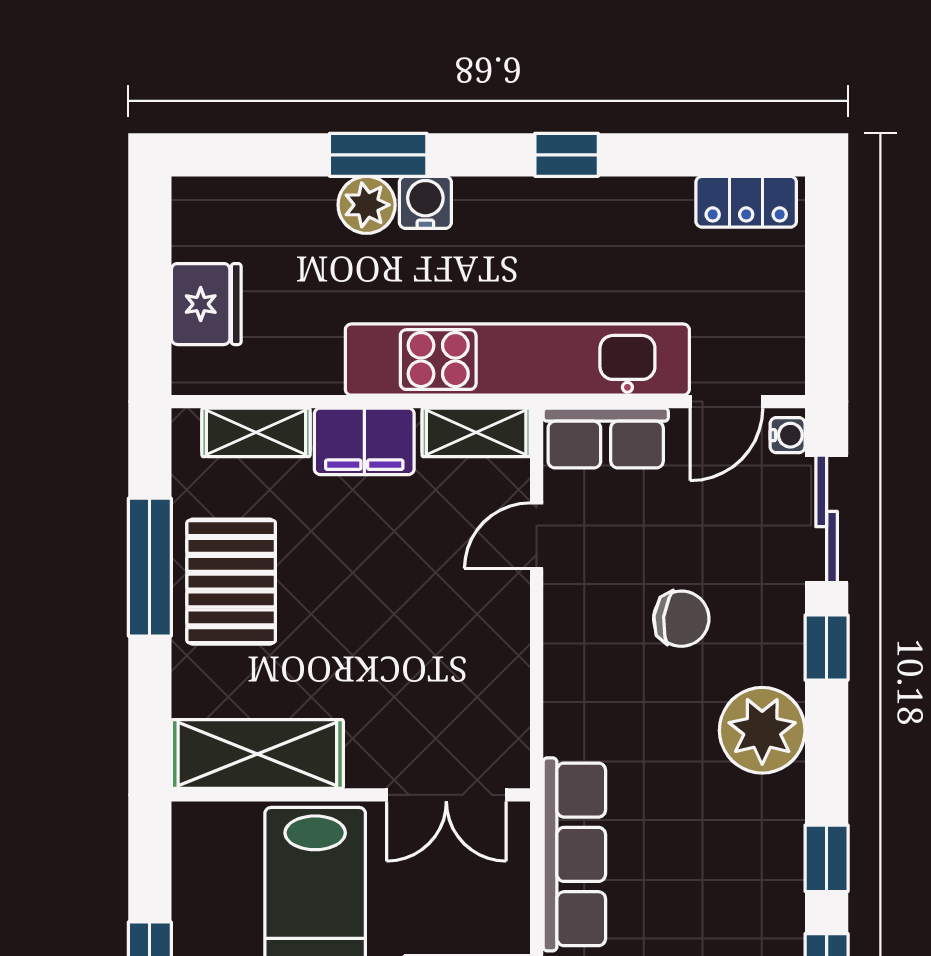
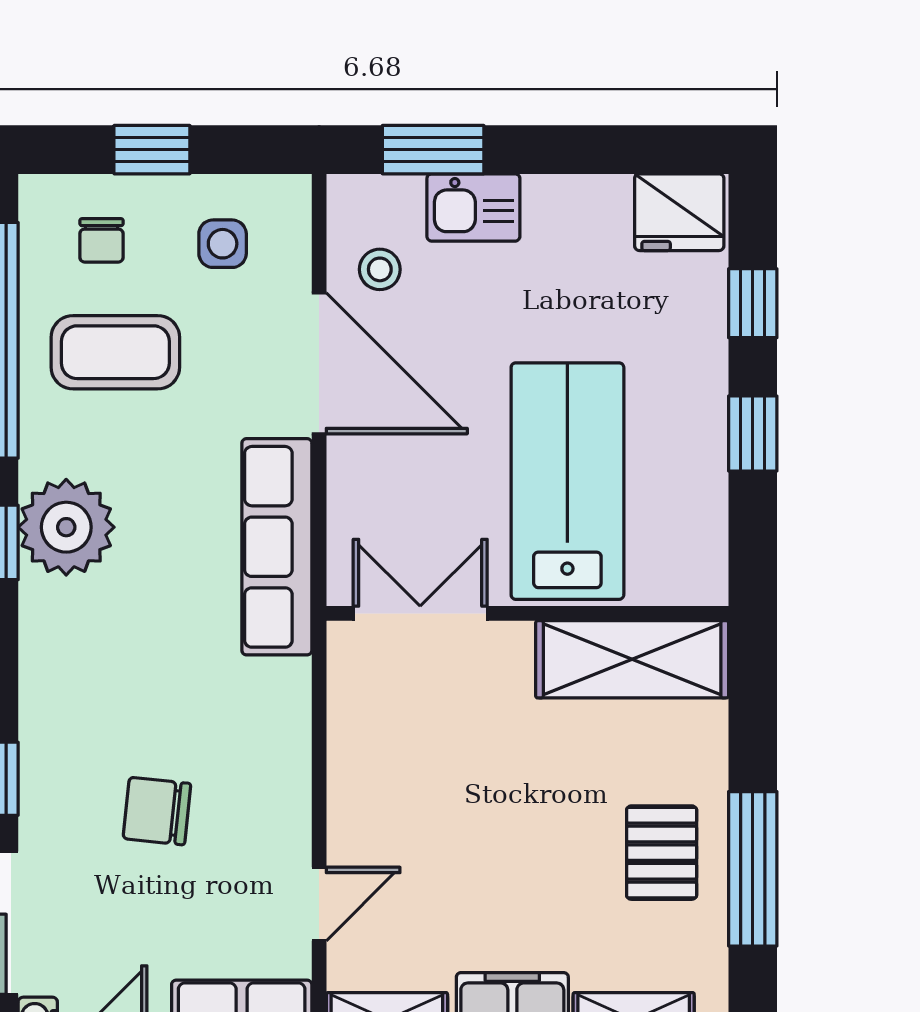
pallet: (231, 582) -> (662, 853), width x0.67, depth x0.71
plant: (762, 730) -> (66, 527), moved

